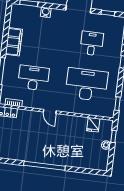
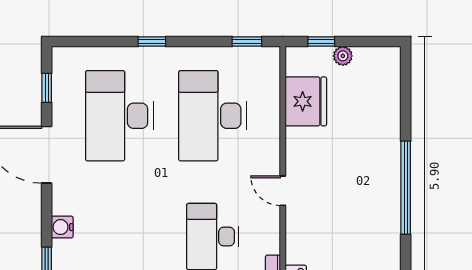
desk: (92, 43) -> (119, 116), width x1.87, depth x1.30
door: (50, 111) -> (283, 191), swing flipped
fridge: (93, 125) -> (306, 101), width x1.88, depth x1.34

